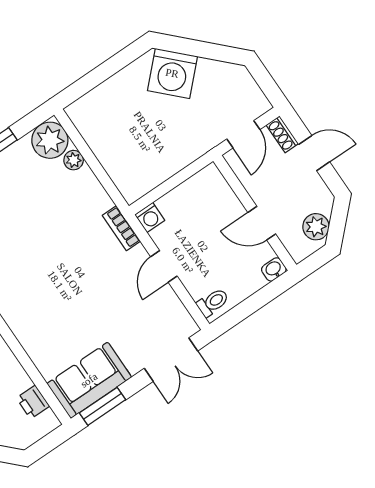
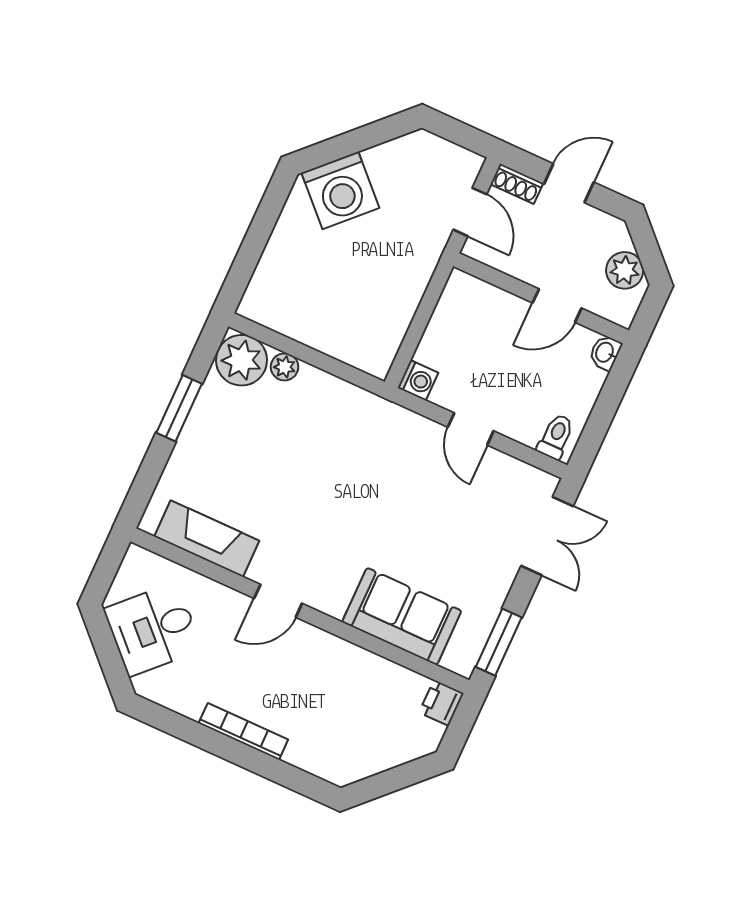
bookcase: (121, 228) -> (392, 414), removed
sofa: (89, 380) -> (402, 616), moved, turned 90
printer: (33, 402) -> (441, 703), moved, turned 90

